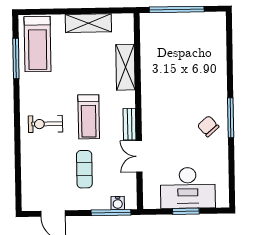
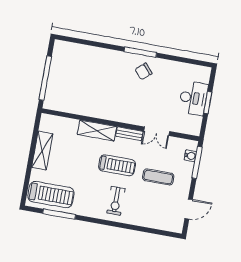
shelving: (125, 67) -> (97, 130), moved
desk: (188, 188) -> (193, 98), width x0.73, depth x0.77

